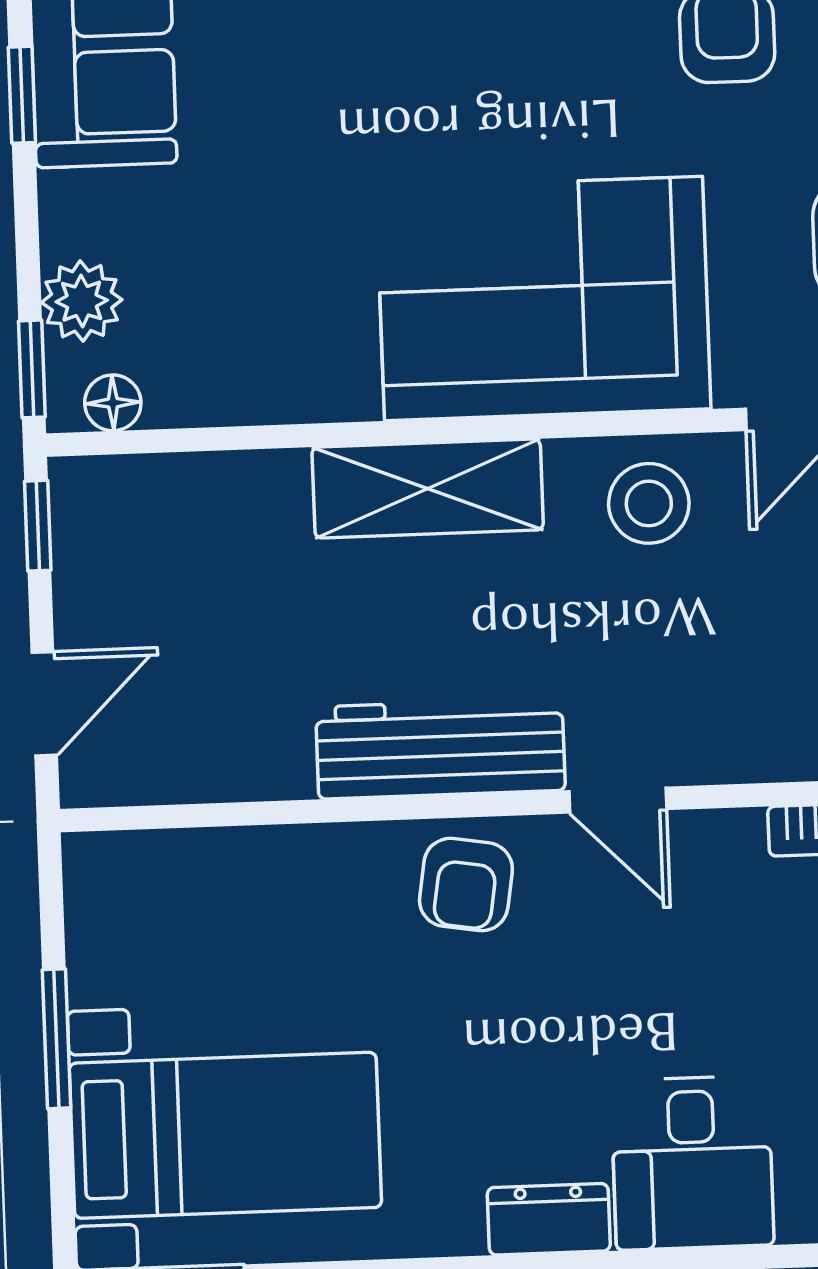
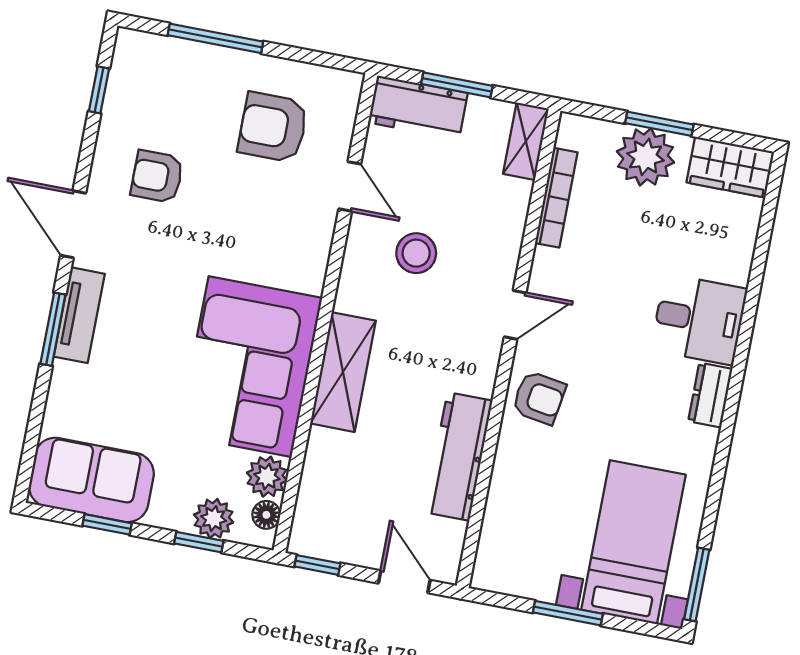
corner sofa: (544, 299) -> (250, 367), moved
window: (32, 369) -> (199, 542), moved
plant: (188, 387) -> (267, 477), added
stool: (649, 503) -> (416, 253), moved
workbench: (440, 749) -> (458, 456), moved

